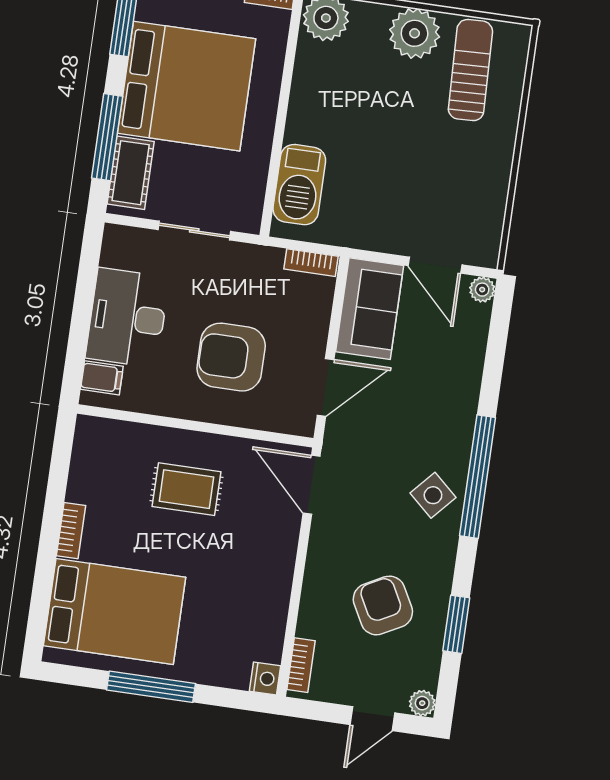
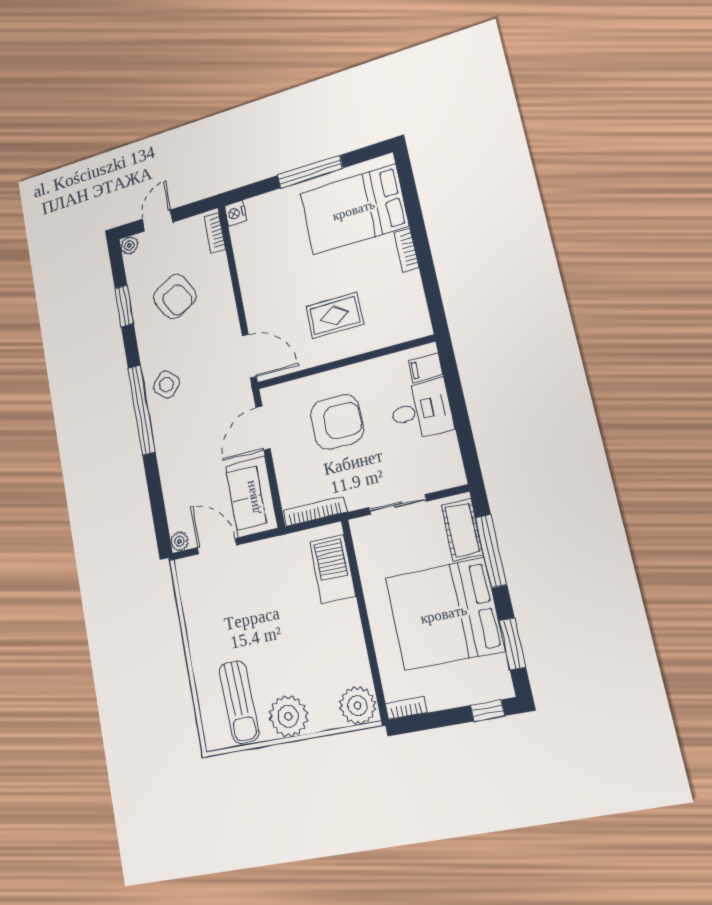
bookcase: (311, 263) -> (315, 511), width x1.56
desk: (127, 318) -> (421, 410), width x0.73

